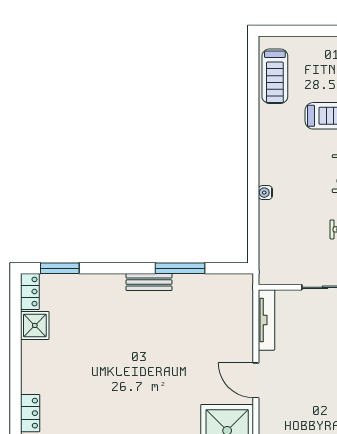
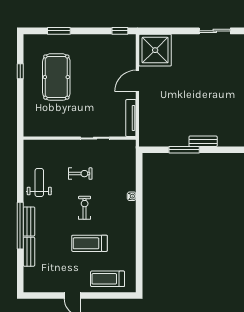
treadmill: (275, 76) -> (108, 279), moved, turned -90
door: (256, 380) -> (137, 81), swing flipped

